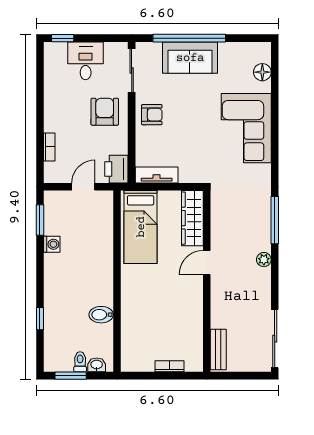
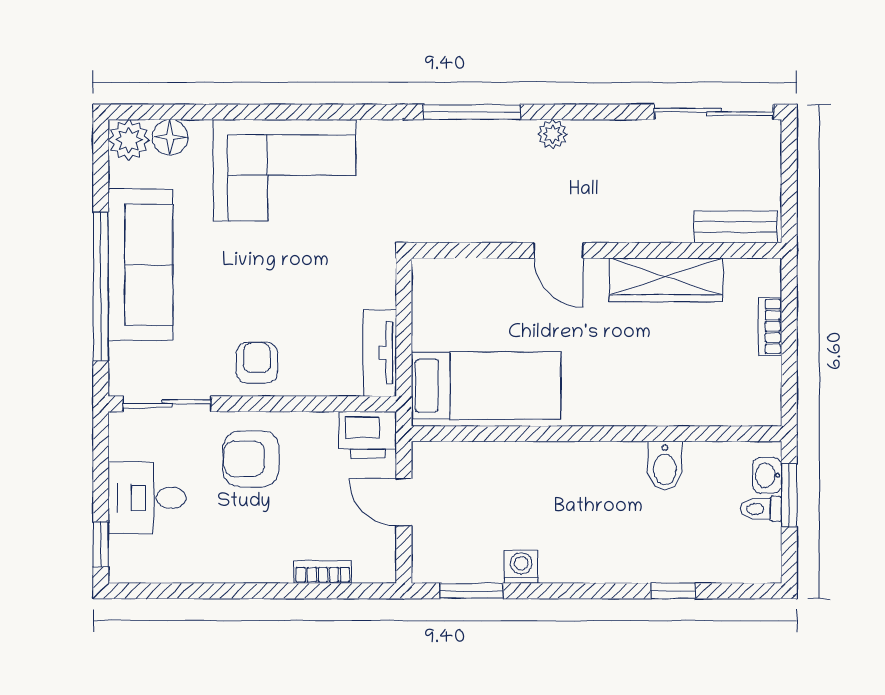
plant: (261, 52) -> (129, 140), added
sofa: (190, 58) -> (140, 265), width x1.36
wardrobe: (192, 218) -> (666, 280), moved
window: (71, 376) -> (789, 495), moved

